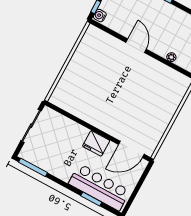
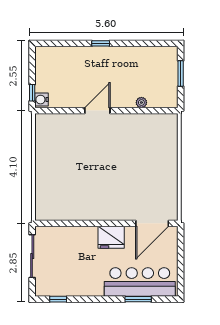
door: (136, 46) -> (97, 111), hinge flipped
window: (33, 167) -> (58, 299), width x0.46

